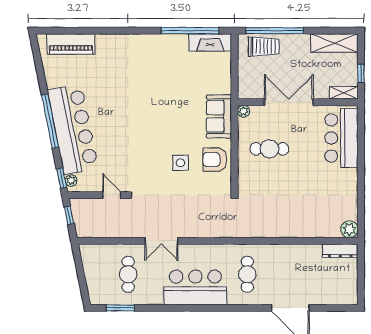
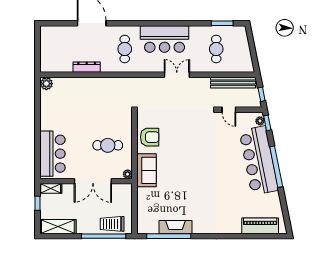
fireplace: (210, 42) -> (176, 227), moved
side table: (181, 163) -> (176, 135), removed
bench: (106, 231) -> (233, 83), added
double door: (161, 241) -> (177, 75), moved
dresser: (340, 251) -> (87, 67), moved

